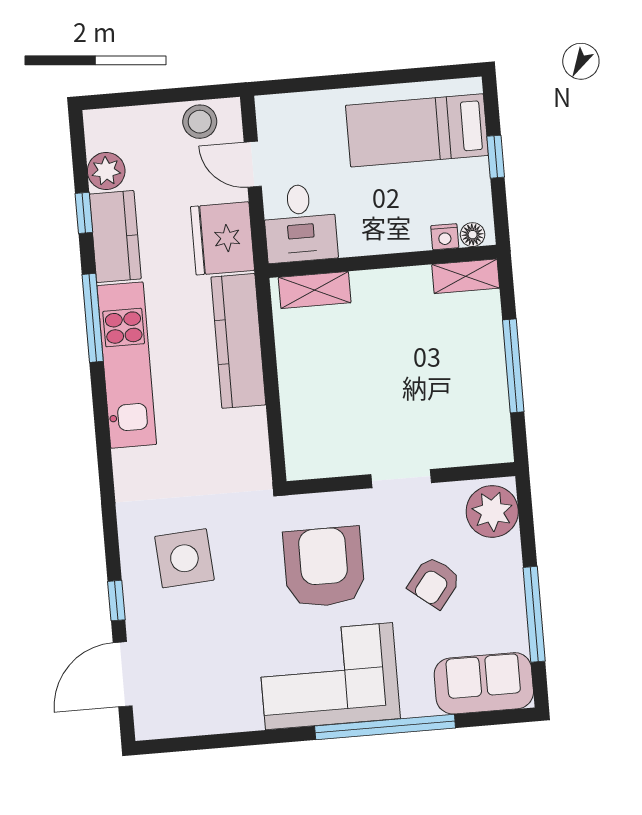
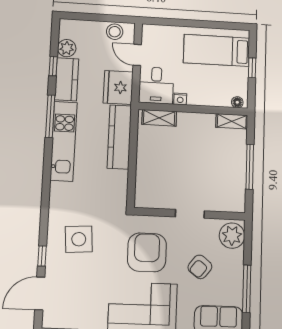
nightstand: (445, 237) -> (180, 99), moved

